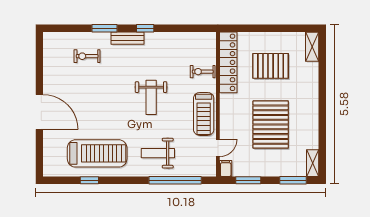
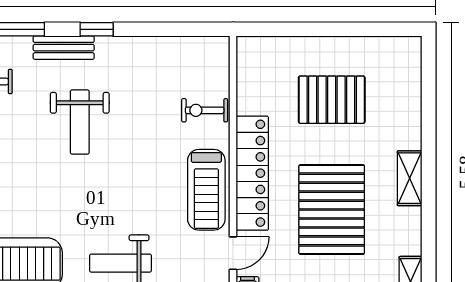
shelving: (312, 47) -> (410, 178), moved
locker: (228, 62) -> (252, 173), moved
weight bench: (151, 97) -> (80, 122), moved

